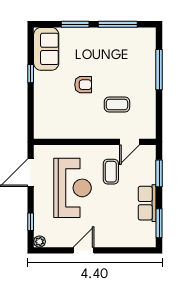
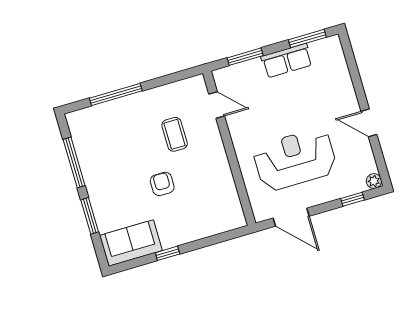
coffee table: (111, 172) -> (261, 117), removed

